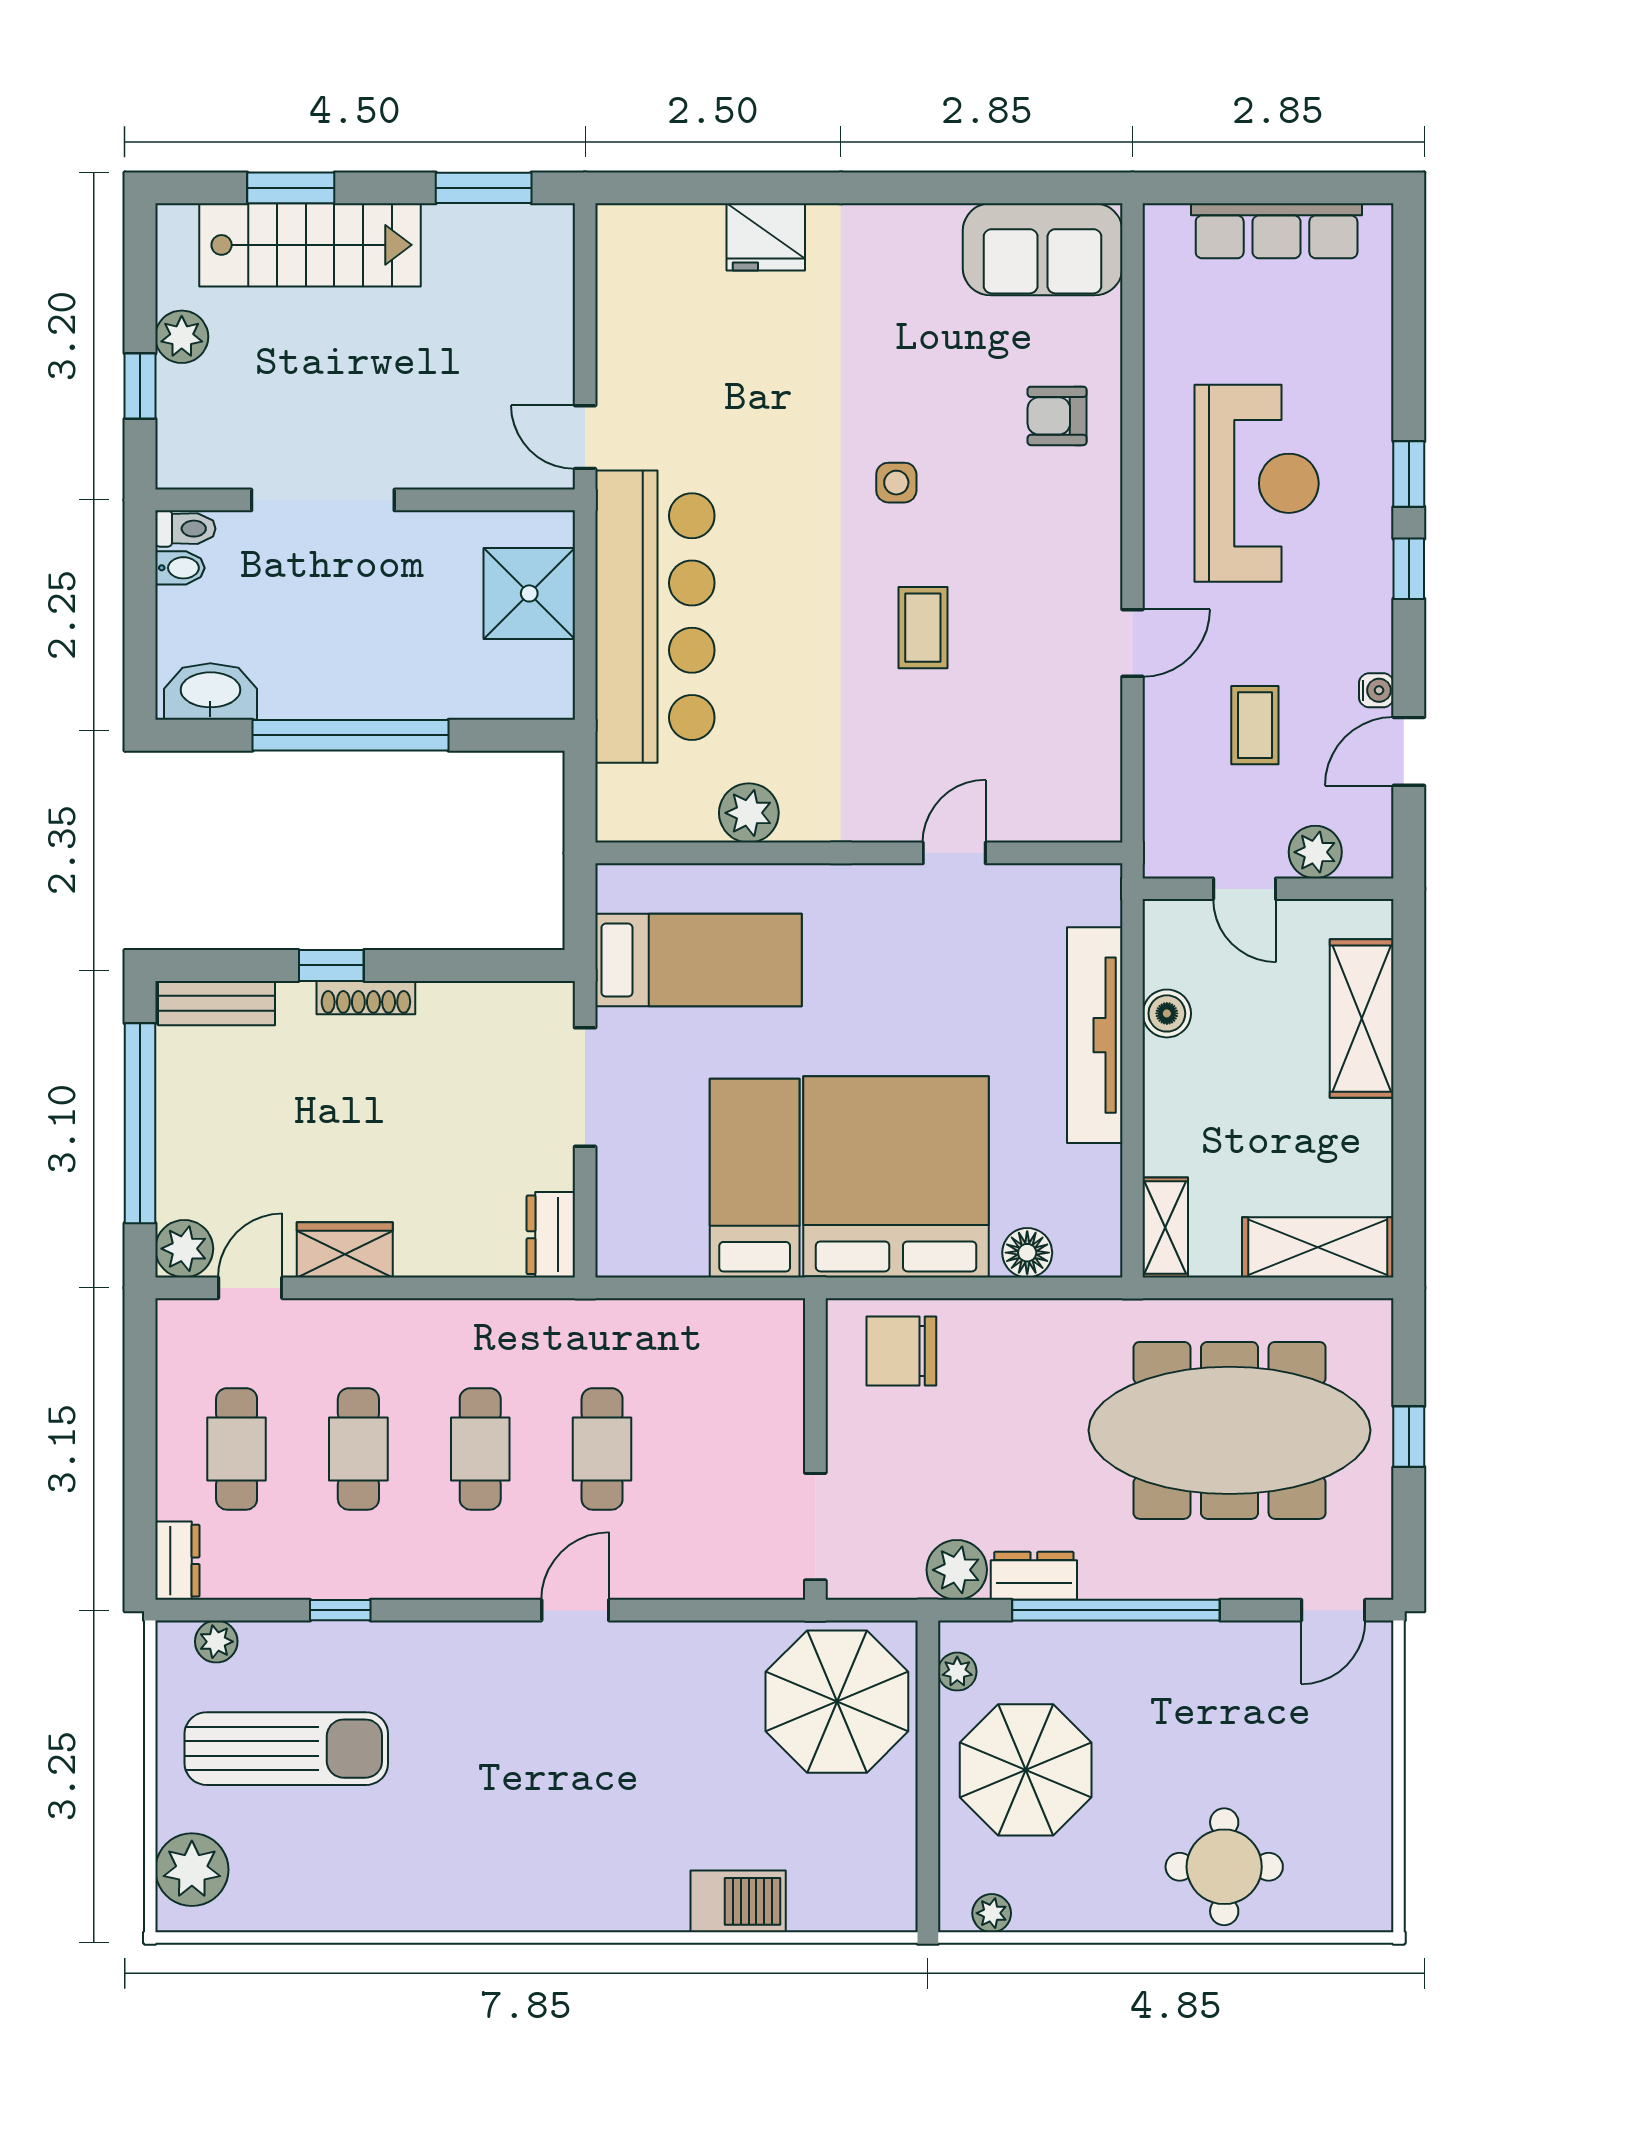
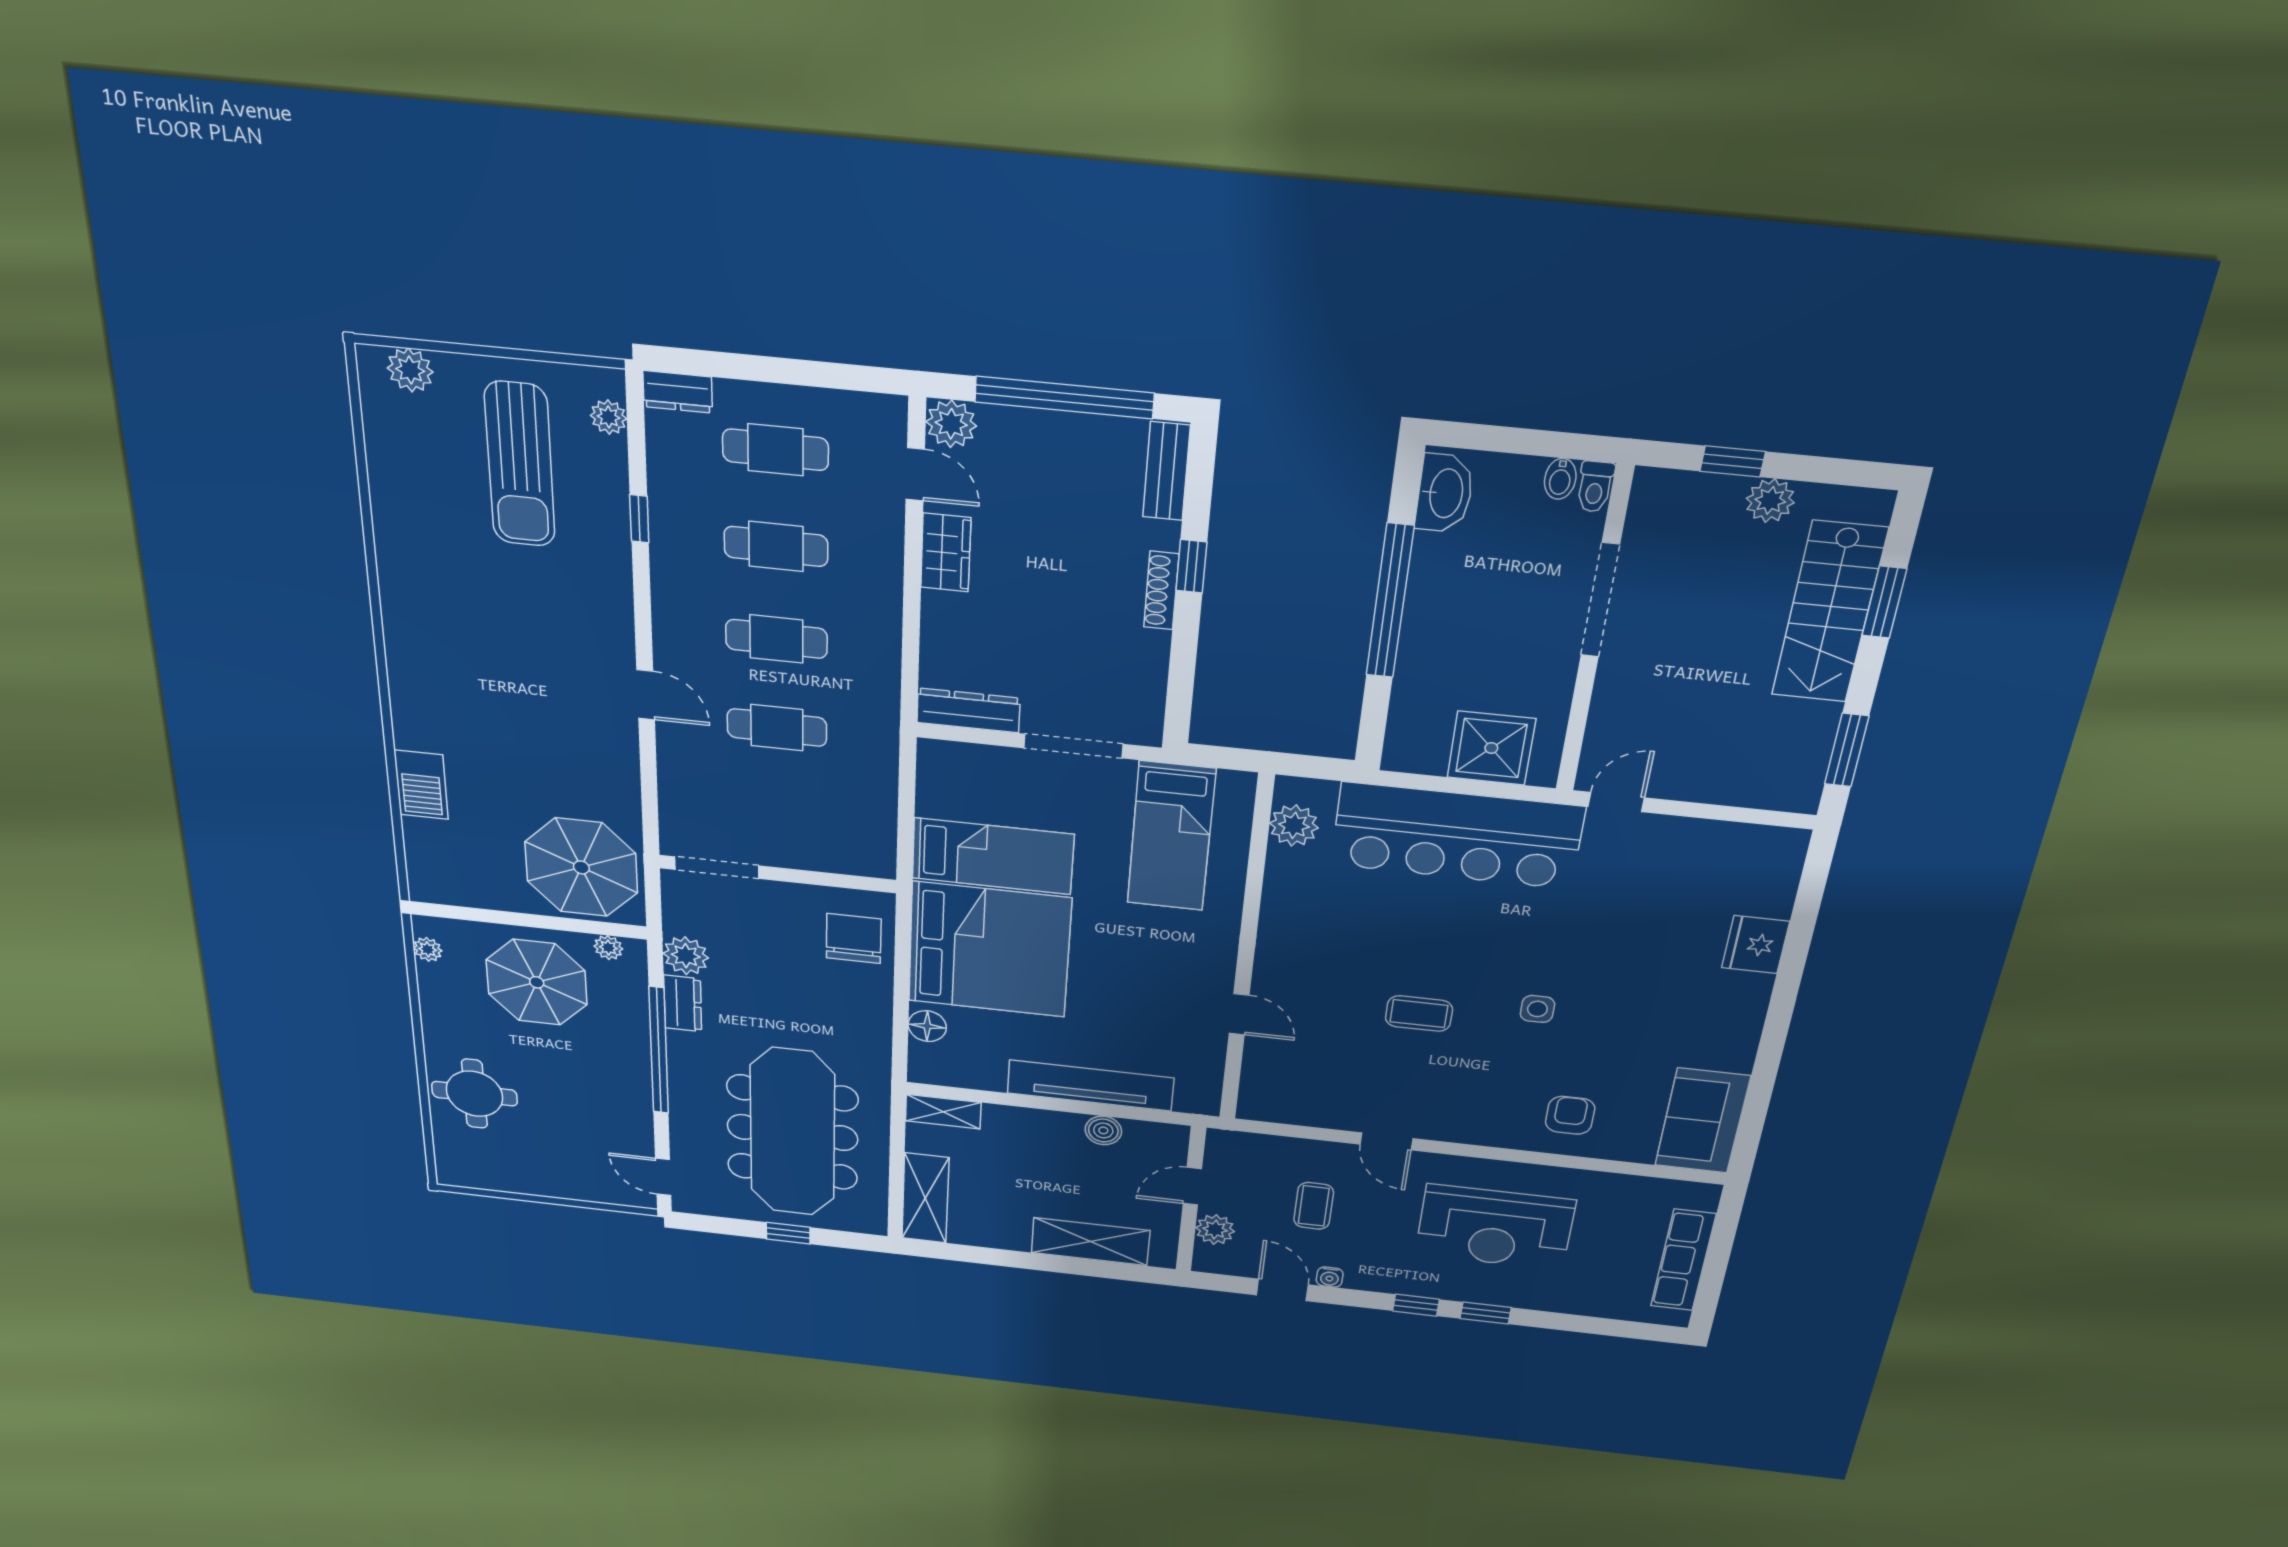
coffee table: (1255, 725) -> (1314, 1206), turned 90
plant: (749, 813) -> (1294, 825), moved
dresser: (551, 1235) -> (968, 710), width x1.44
plant: (192, 1870) -> (410, 370), width x0.73, depth x0.73

